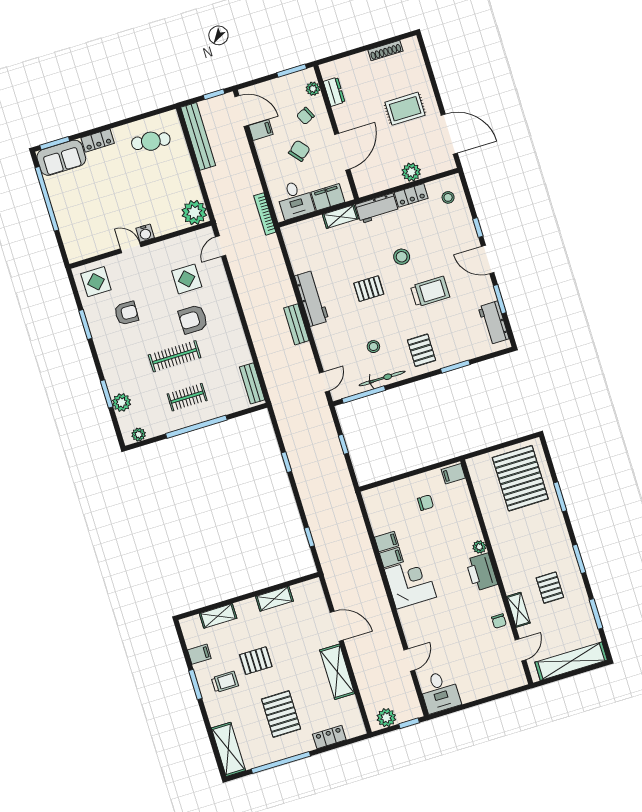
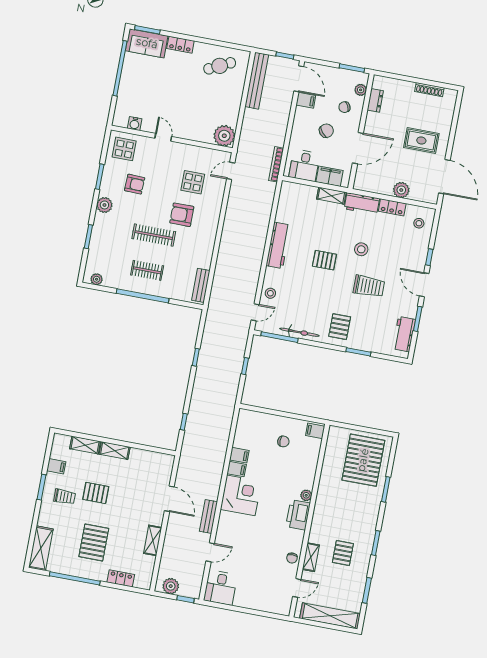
cafe table: (151, 141) -> (220, 66), turned -34
water cooler: (145, 233) -> (135, 124), moved
bench: (296, 324) -> (208, 517), moved
stool: (373, 347) -> (270, 293), moved
plant: (121, 402) -> (104, 205), moved
shelving: (274, 599) -> (115, 451), moved
shelving: (337, 672) -> (153, 540), width x0.67, depth x0.75

